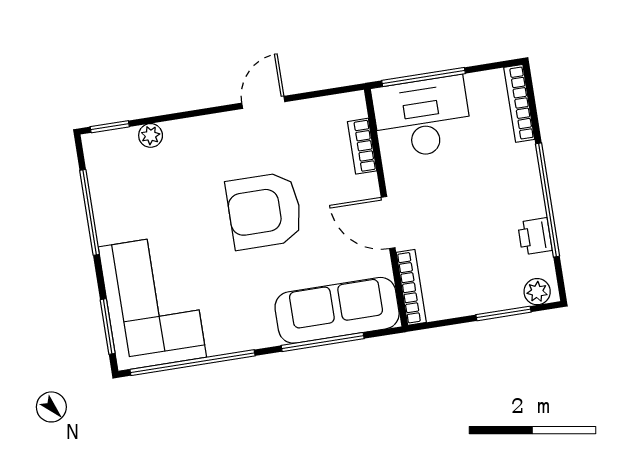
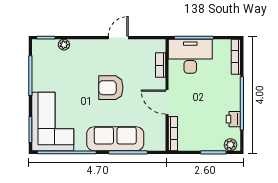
armchair: (264, 211) -> (111, 88), width x0.73, depth x0.73
sofa: (337, 310) -> (115, 139), moved

